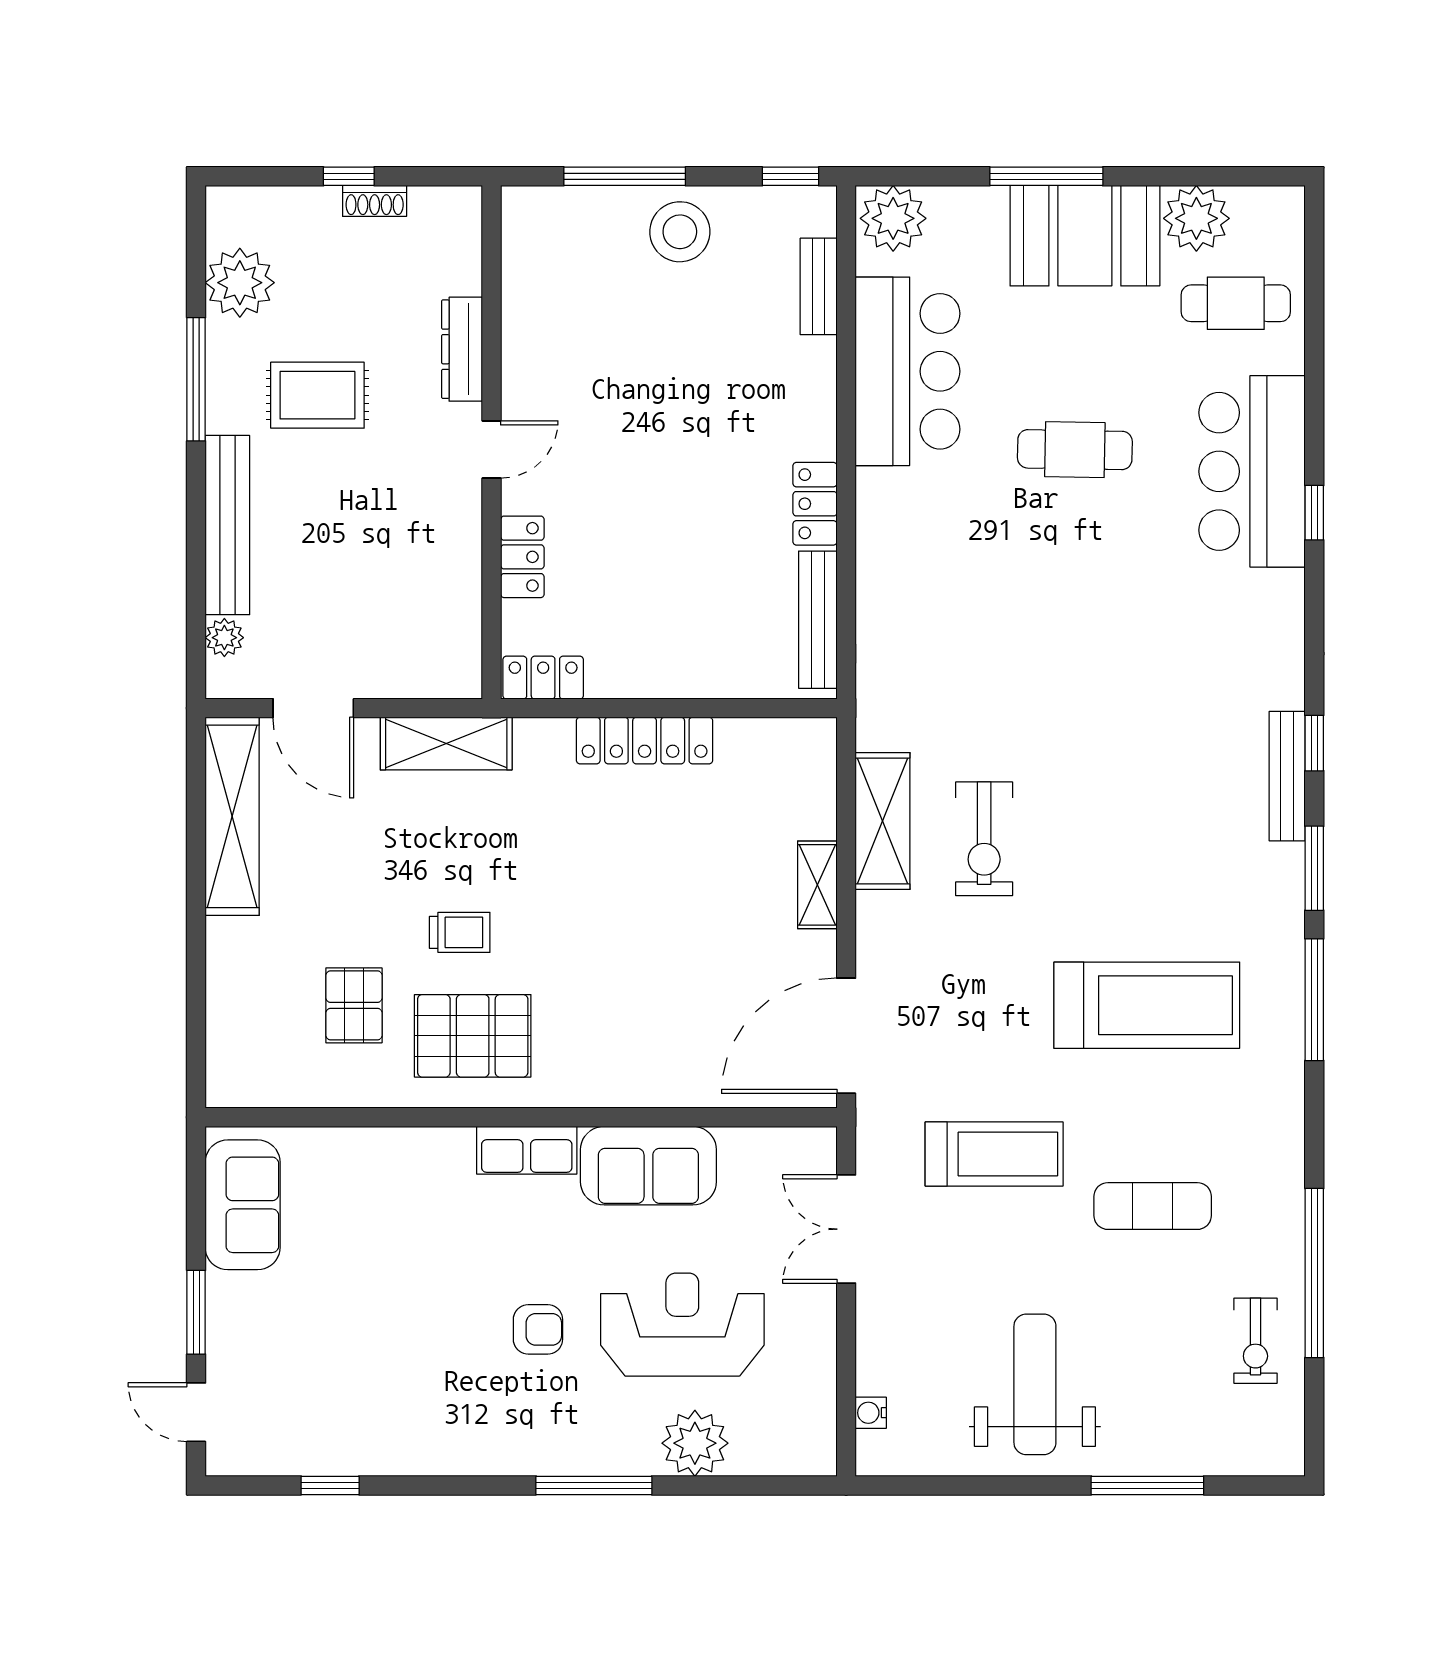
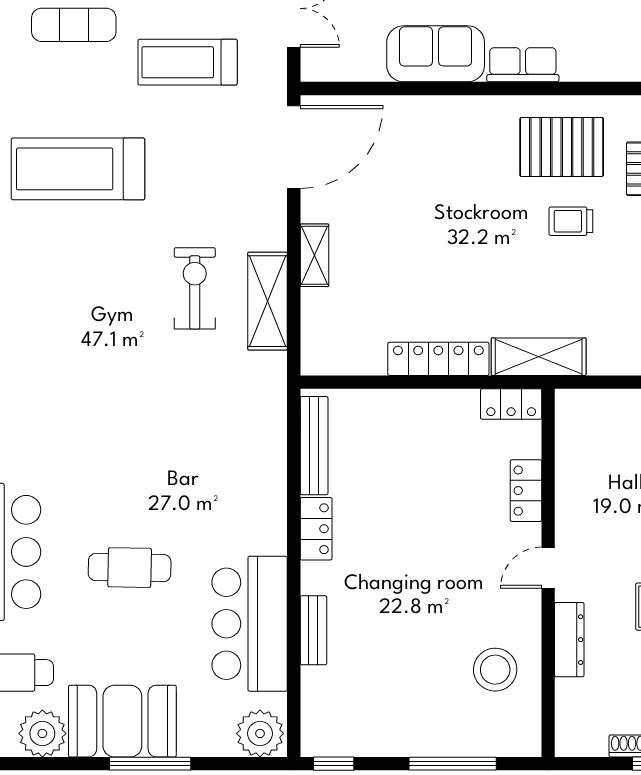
stool: (680, 232) -> (495, 670), moved
bench: (819, 286) -> (313, 630), moved
shelving: (446, 744) -> (539, 357), moved

